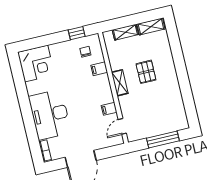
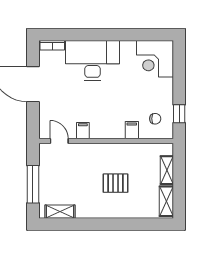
shelving: (120, 83) -> (60, 212), moved

